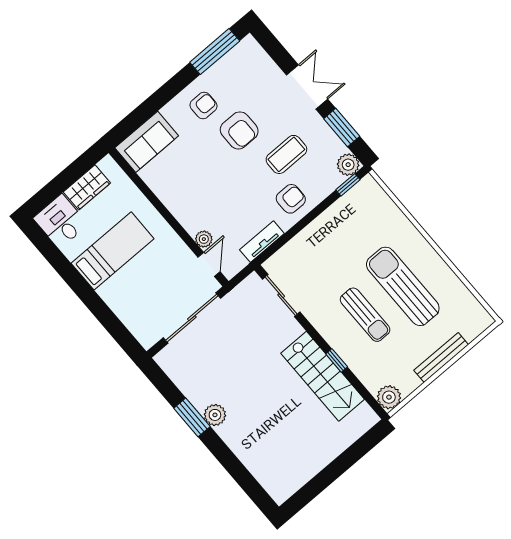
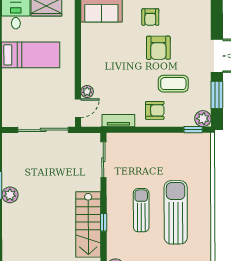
armchair: (203, 106) -> (150, 17), turned 90
sun lounger: (365, 315) -> (141, 210), turned 180

